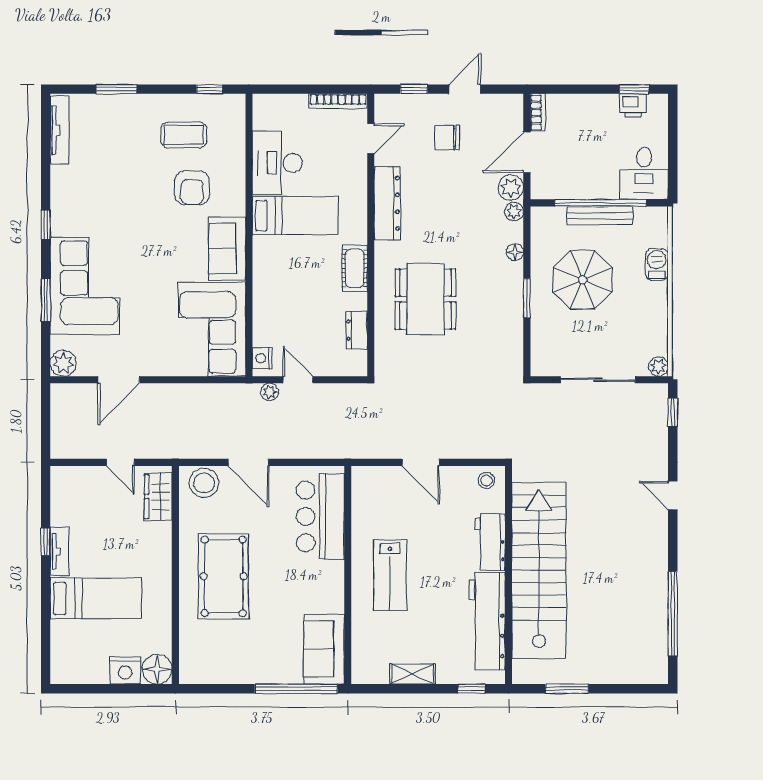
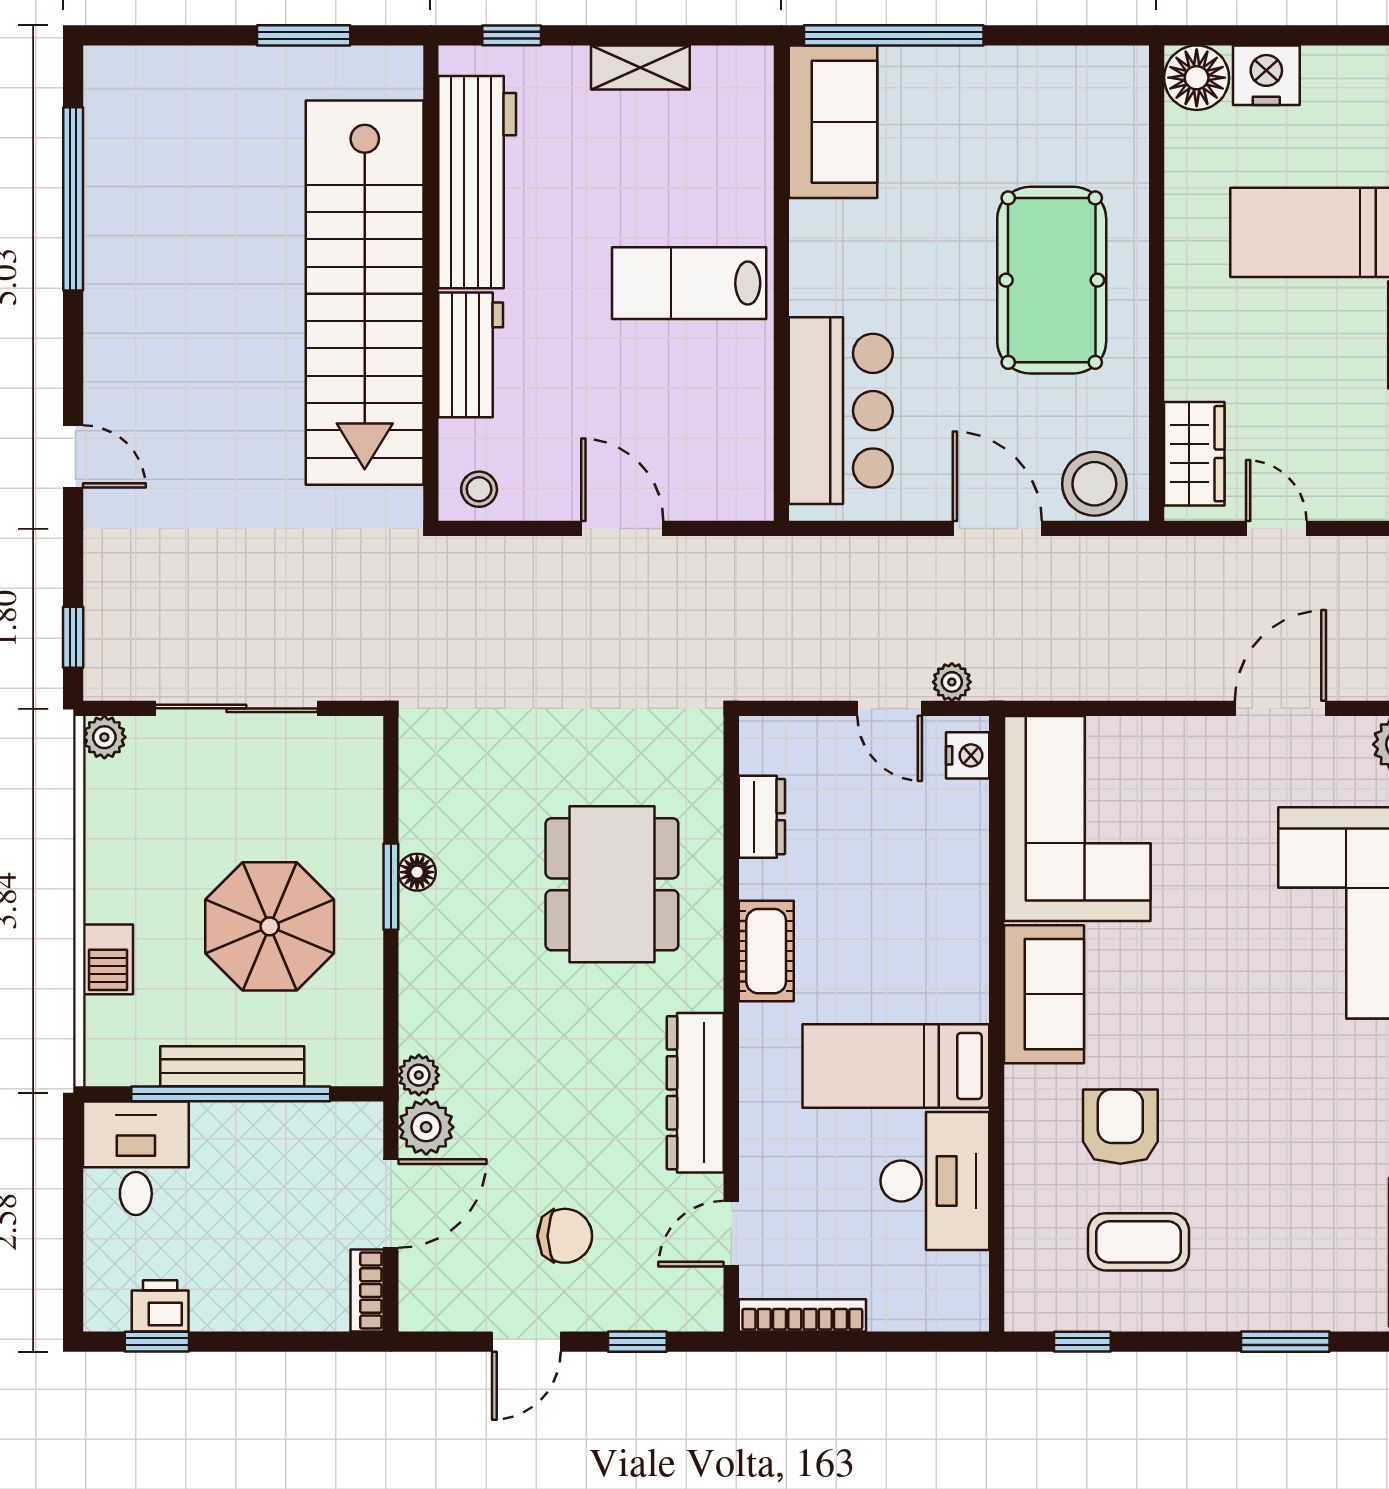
floor lamp: (515, 252) -> (417, 872), moved
lab bench: (390, 575) -> (689, 283), turned -90

